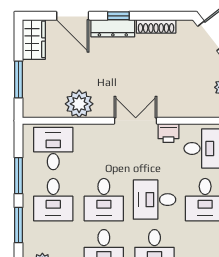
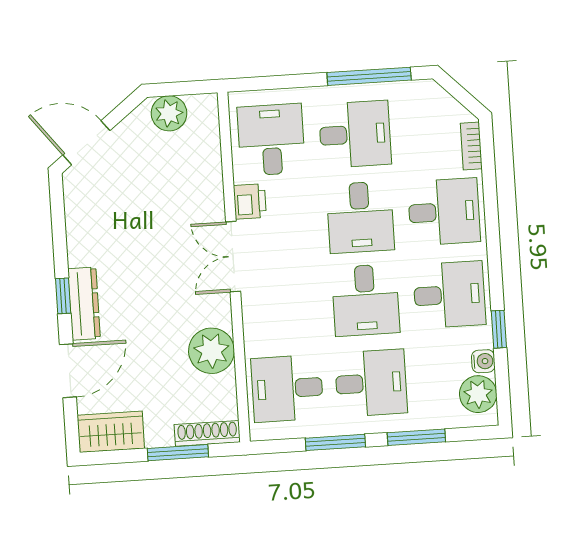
shoe rack: (156, 26) -> (207, 433), moved, turned -90
desk: (104, 200) -> (366, 300), turned 90

